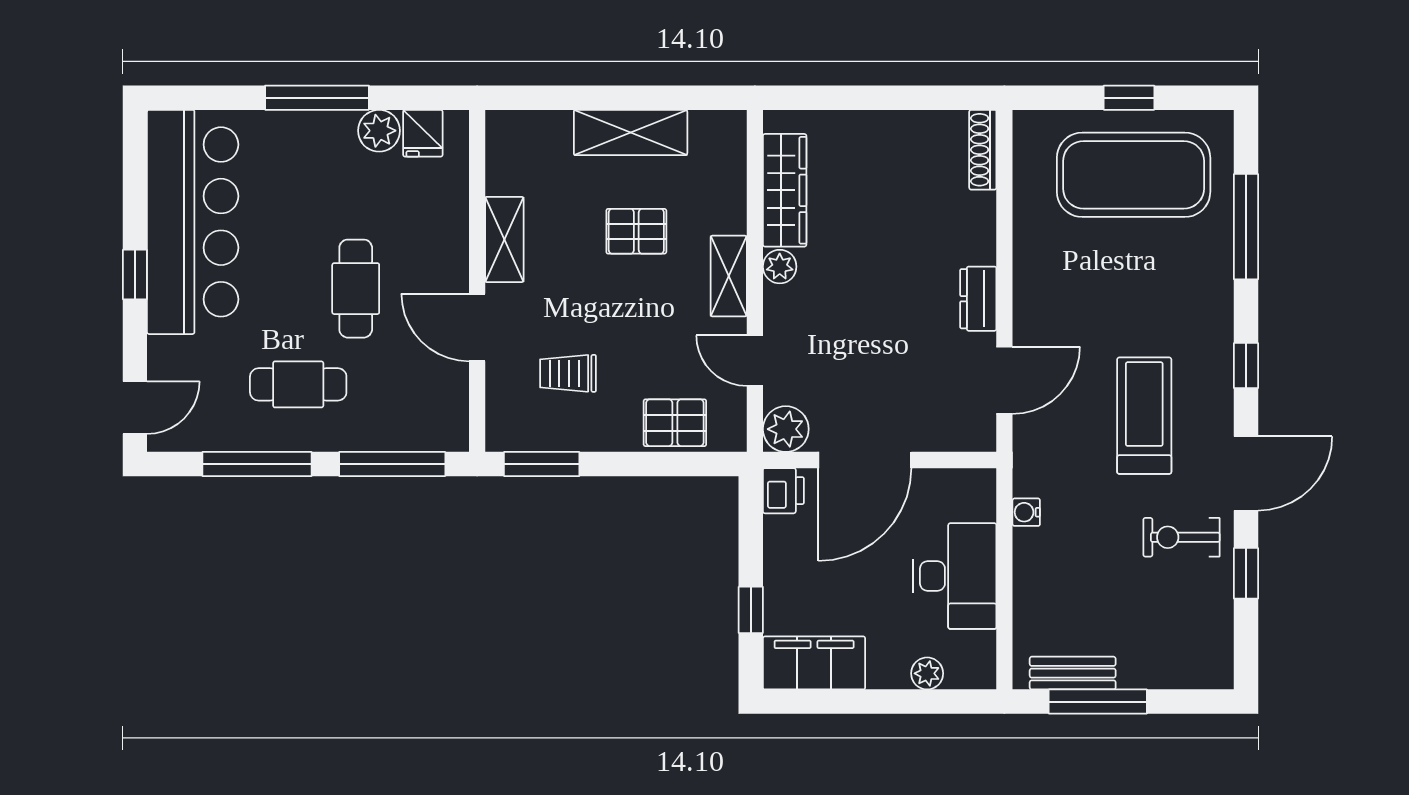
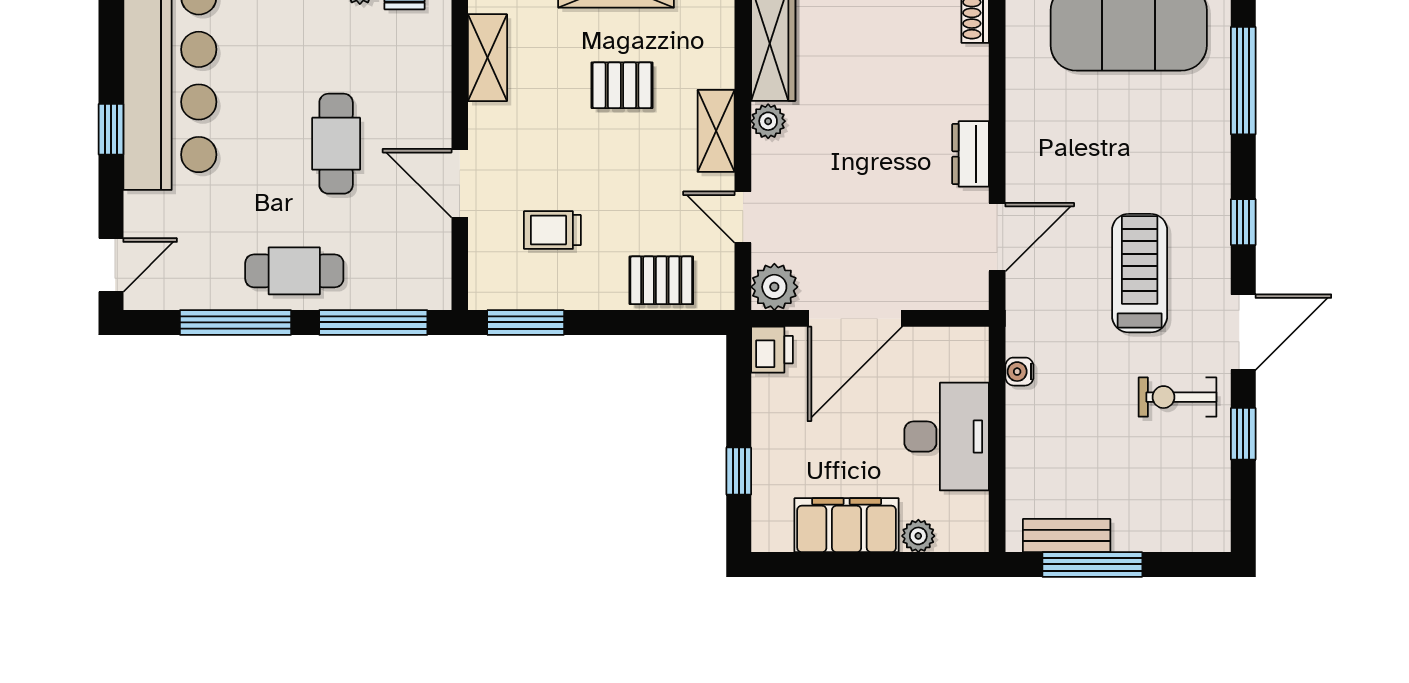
shelving: (504, 239) -> (488, 58), moved
cafe table: (298, 384) -> (294, 271), moved
filing cabinet: (814, 663) -> (847, 525), moved

